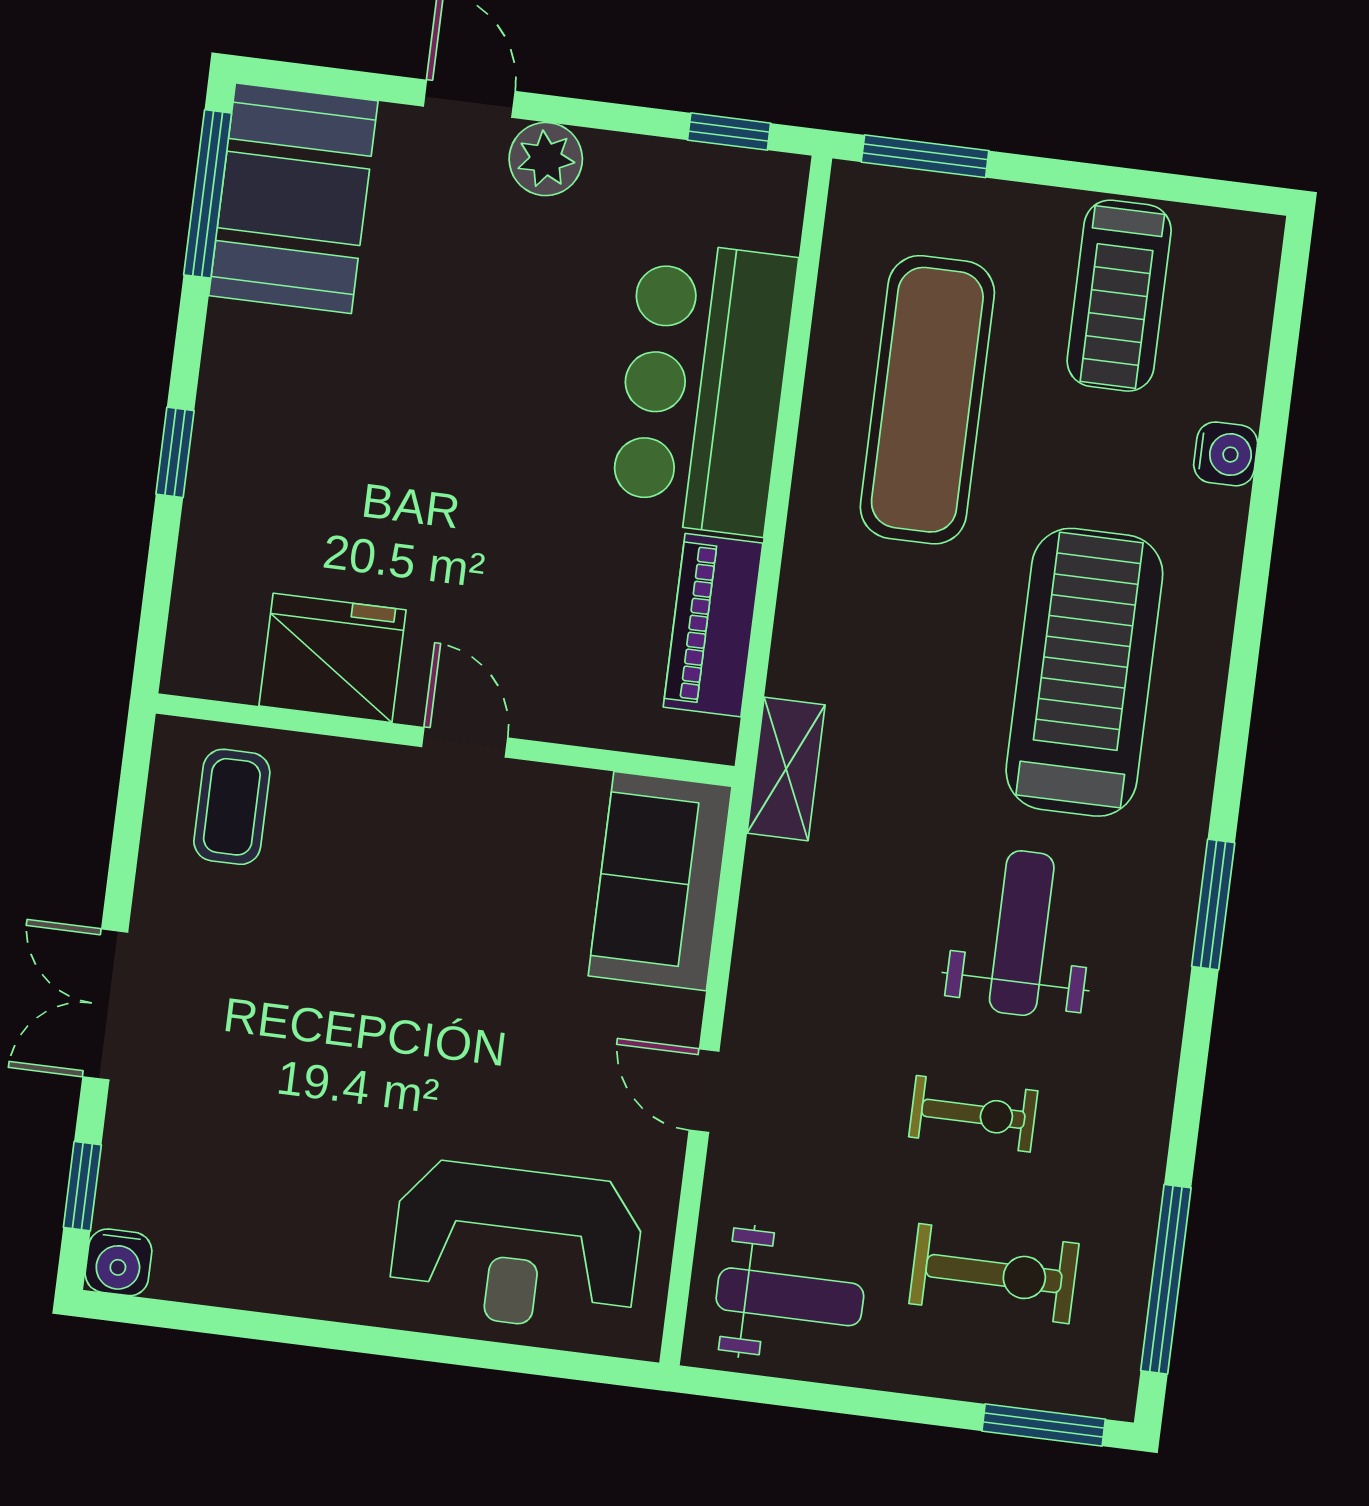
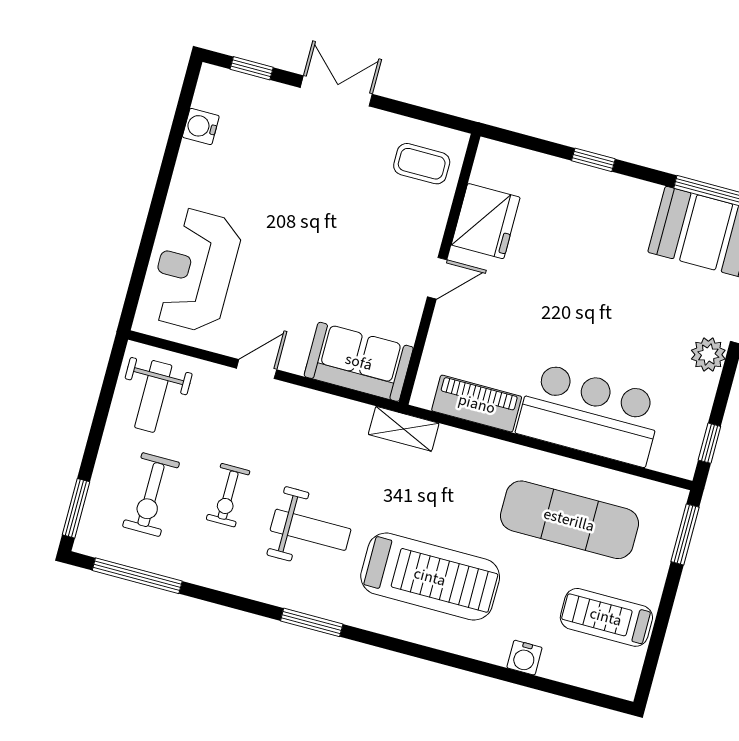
water cooler: (119, 1262) -> (201, 126), moved

